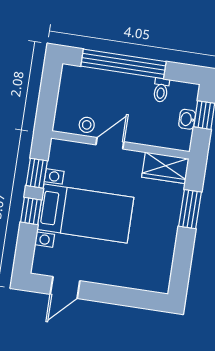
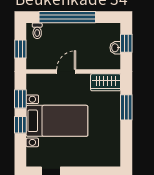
toilet: (161, 90) -> (37, 31), moved
window: (48, 100) -> (20, 49), added
stool: (87, 125) -> (49, 62), removed

